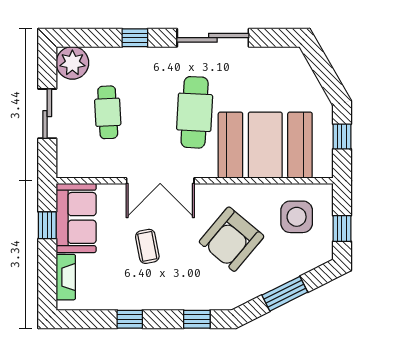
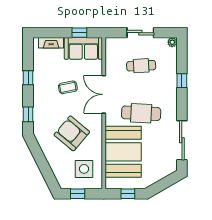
sliding door: (213, 38) -> (182, 140), moved
plant: (72, 63) -> (172, 42), width x0.53, depth x0.53
window: (285, 294) -> (42, 163), removed

